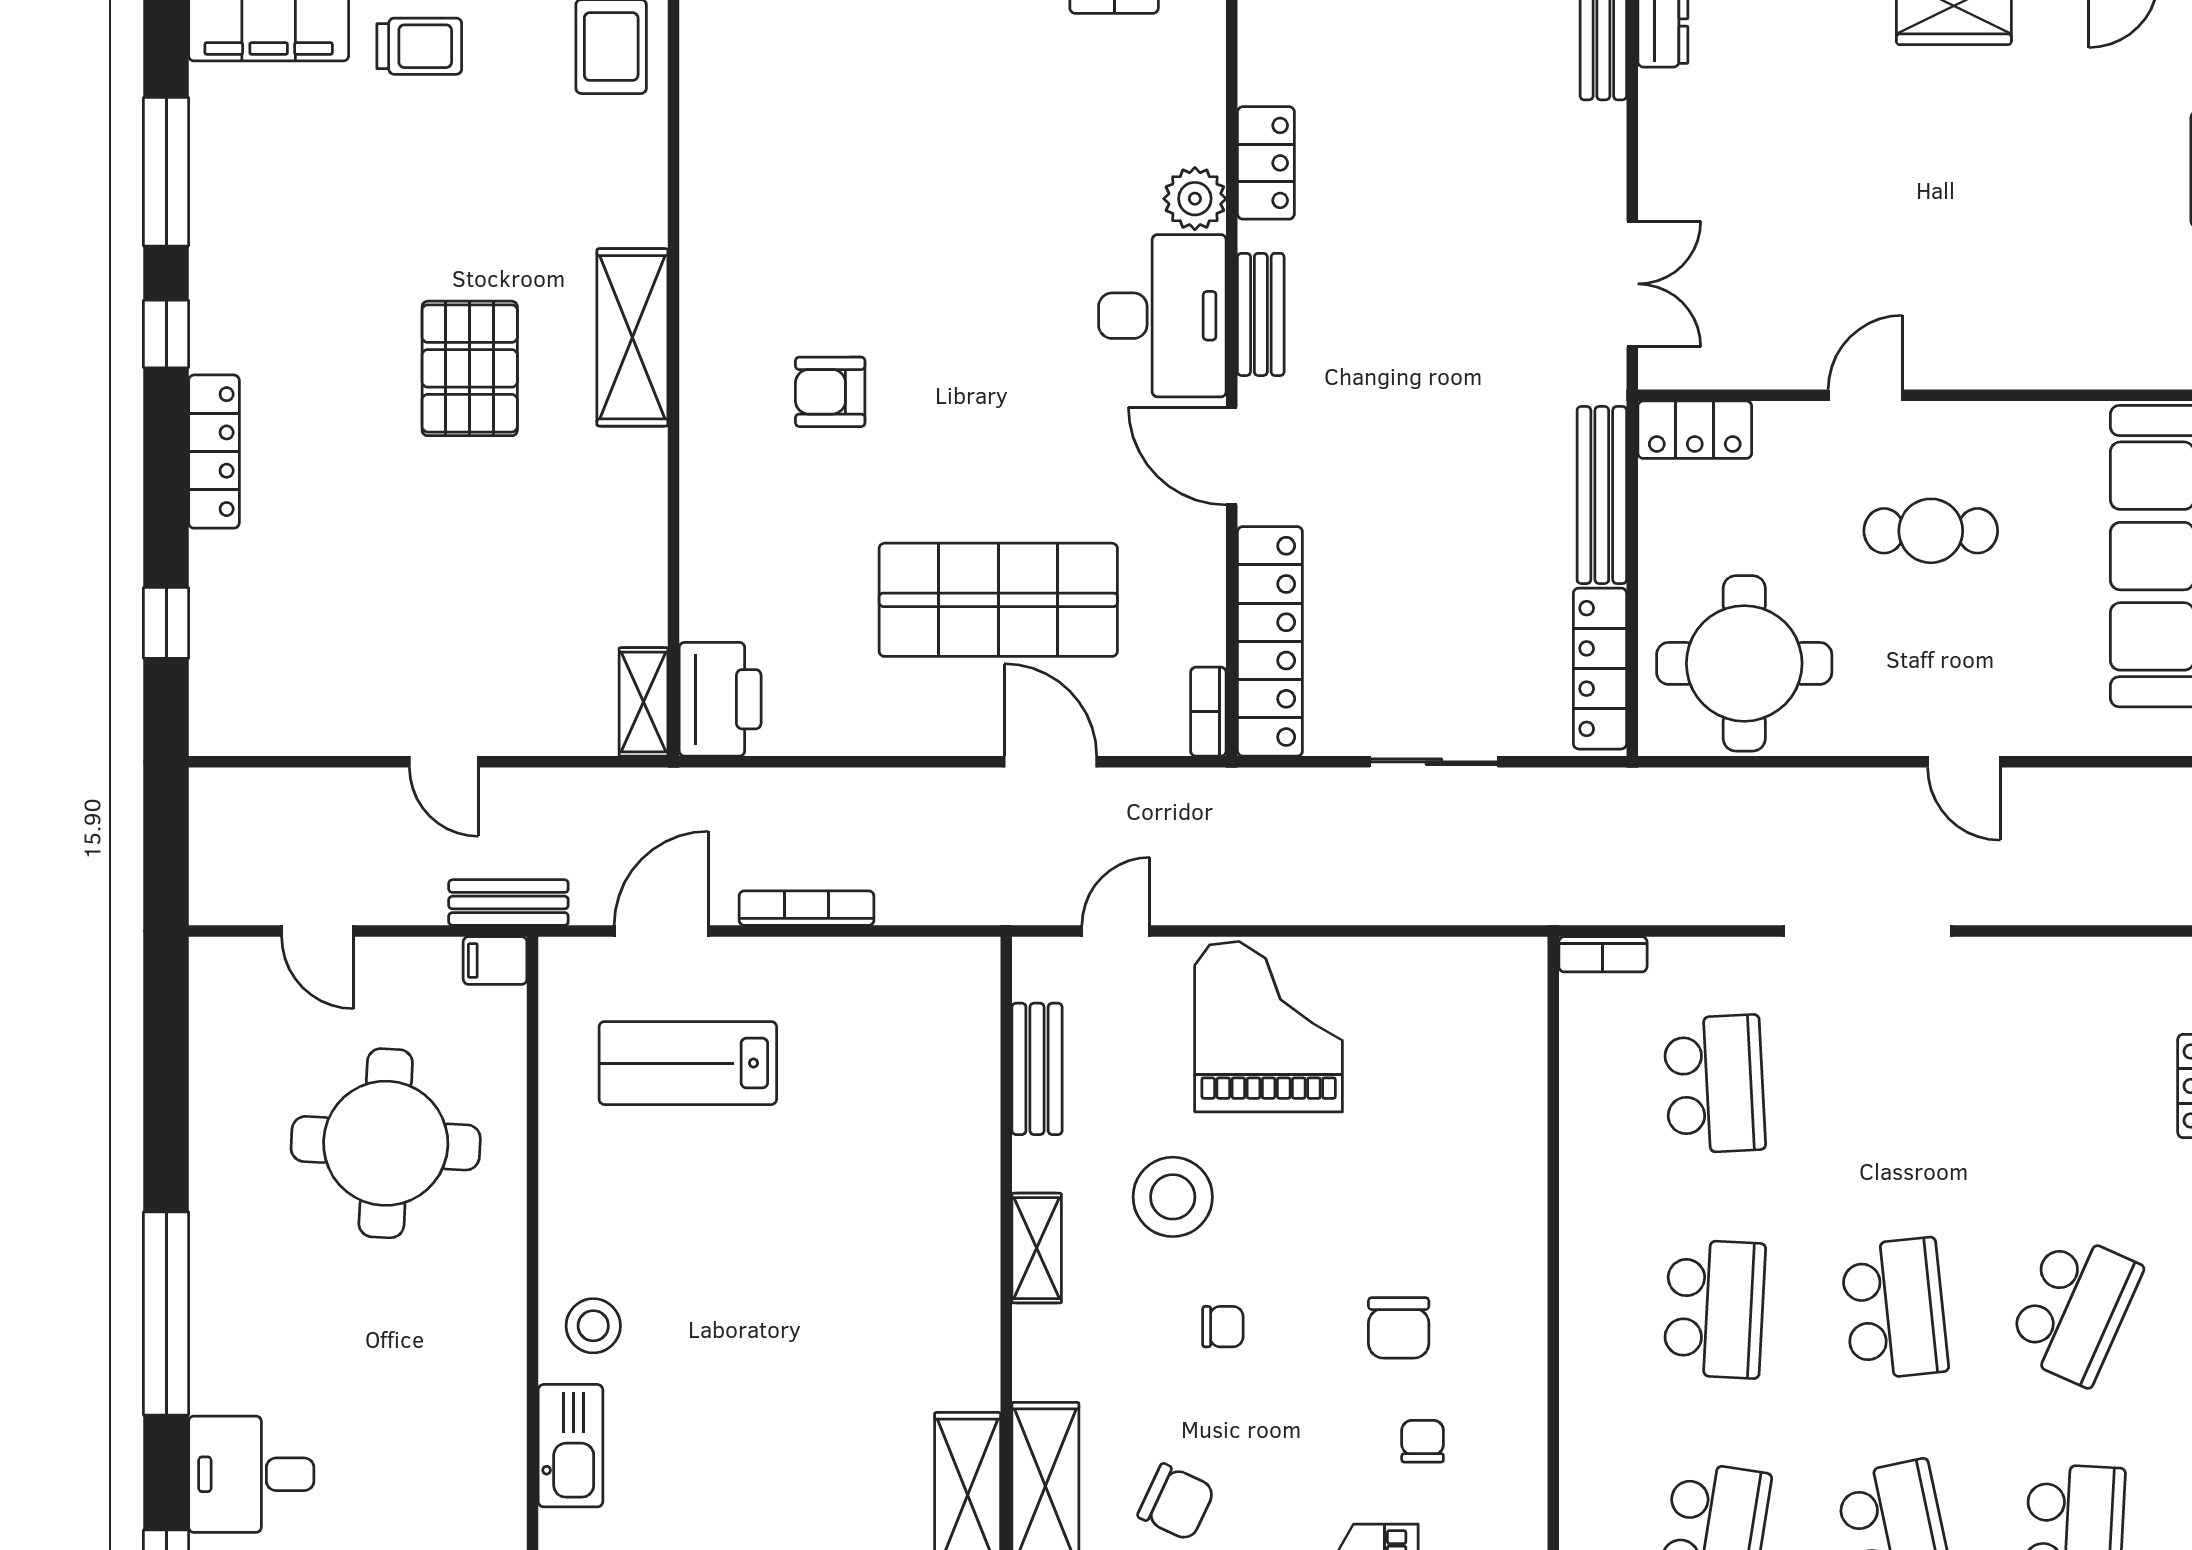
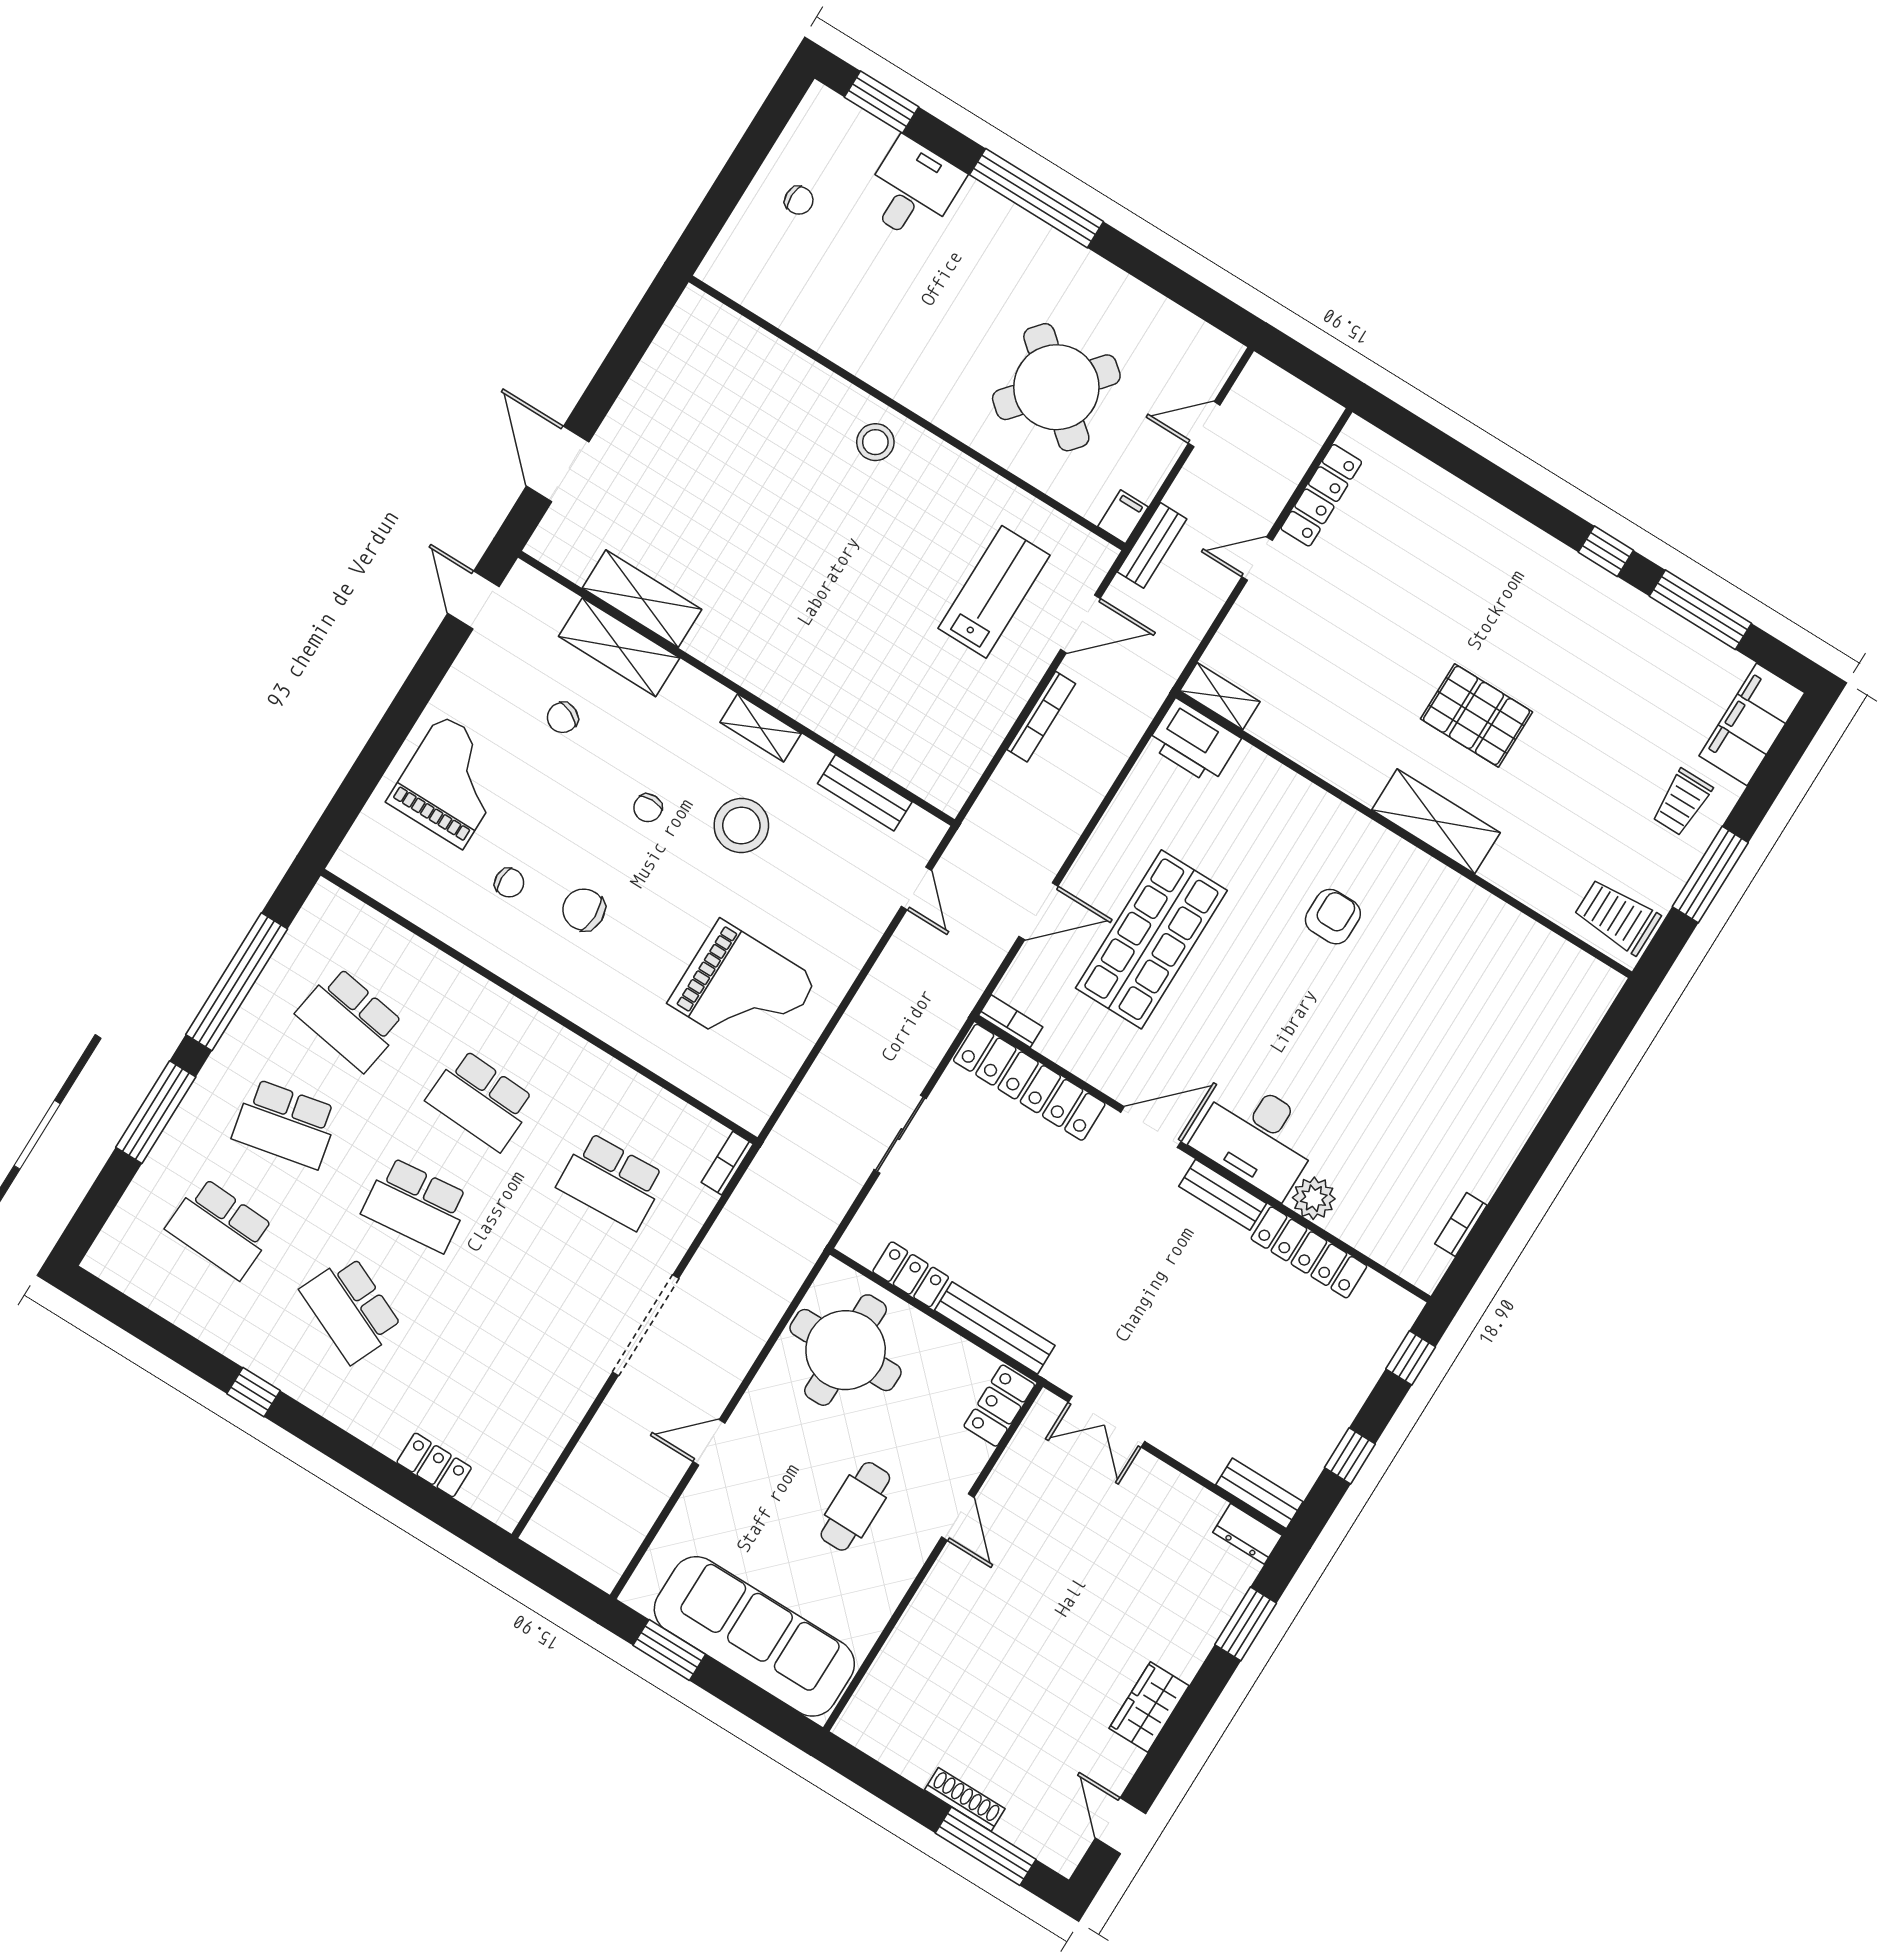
locker: (1266, 163) -> (1309, 1252), width x1.53
locker: (214, 452) -> (1321, 495), moved, turned -90
window: (166, 623) -> (1438, 447), removed
locker: (1600, 669) -> (911, 1274), width x0.66
door: (661, 931) -> (1080, 624), hinge flipped
grand piano: (1269, 1027) -> (743, 991), moved
round table: (386, 1143) -> (1056, 387), turned 37
kitchen sink: (570, 1446) -> (814, 386), removed
chair: (1176, 1502) -> (563, 718), width x0.73, depth x0.73

